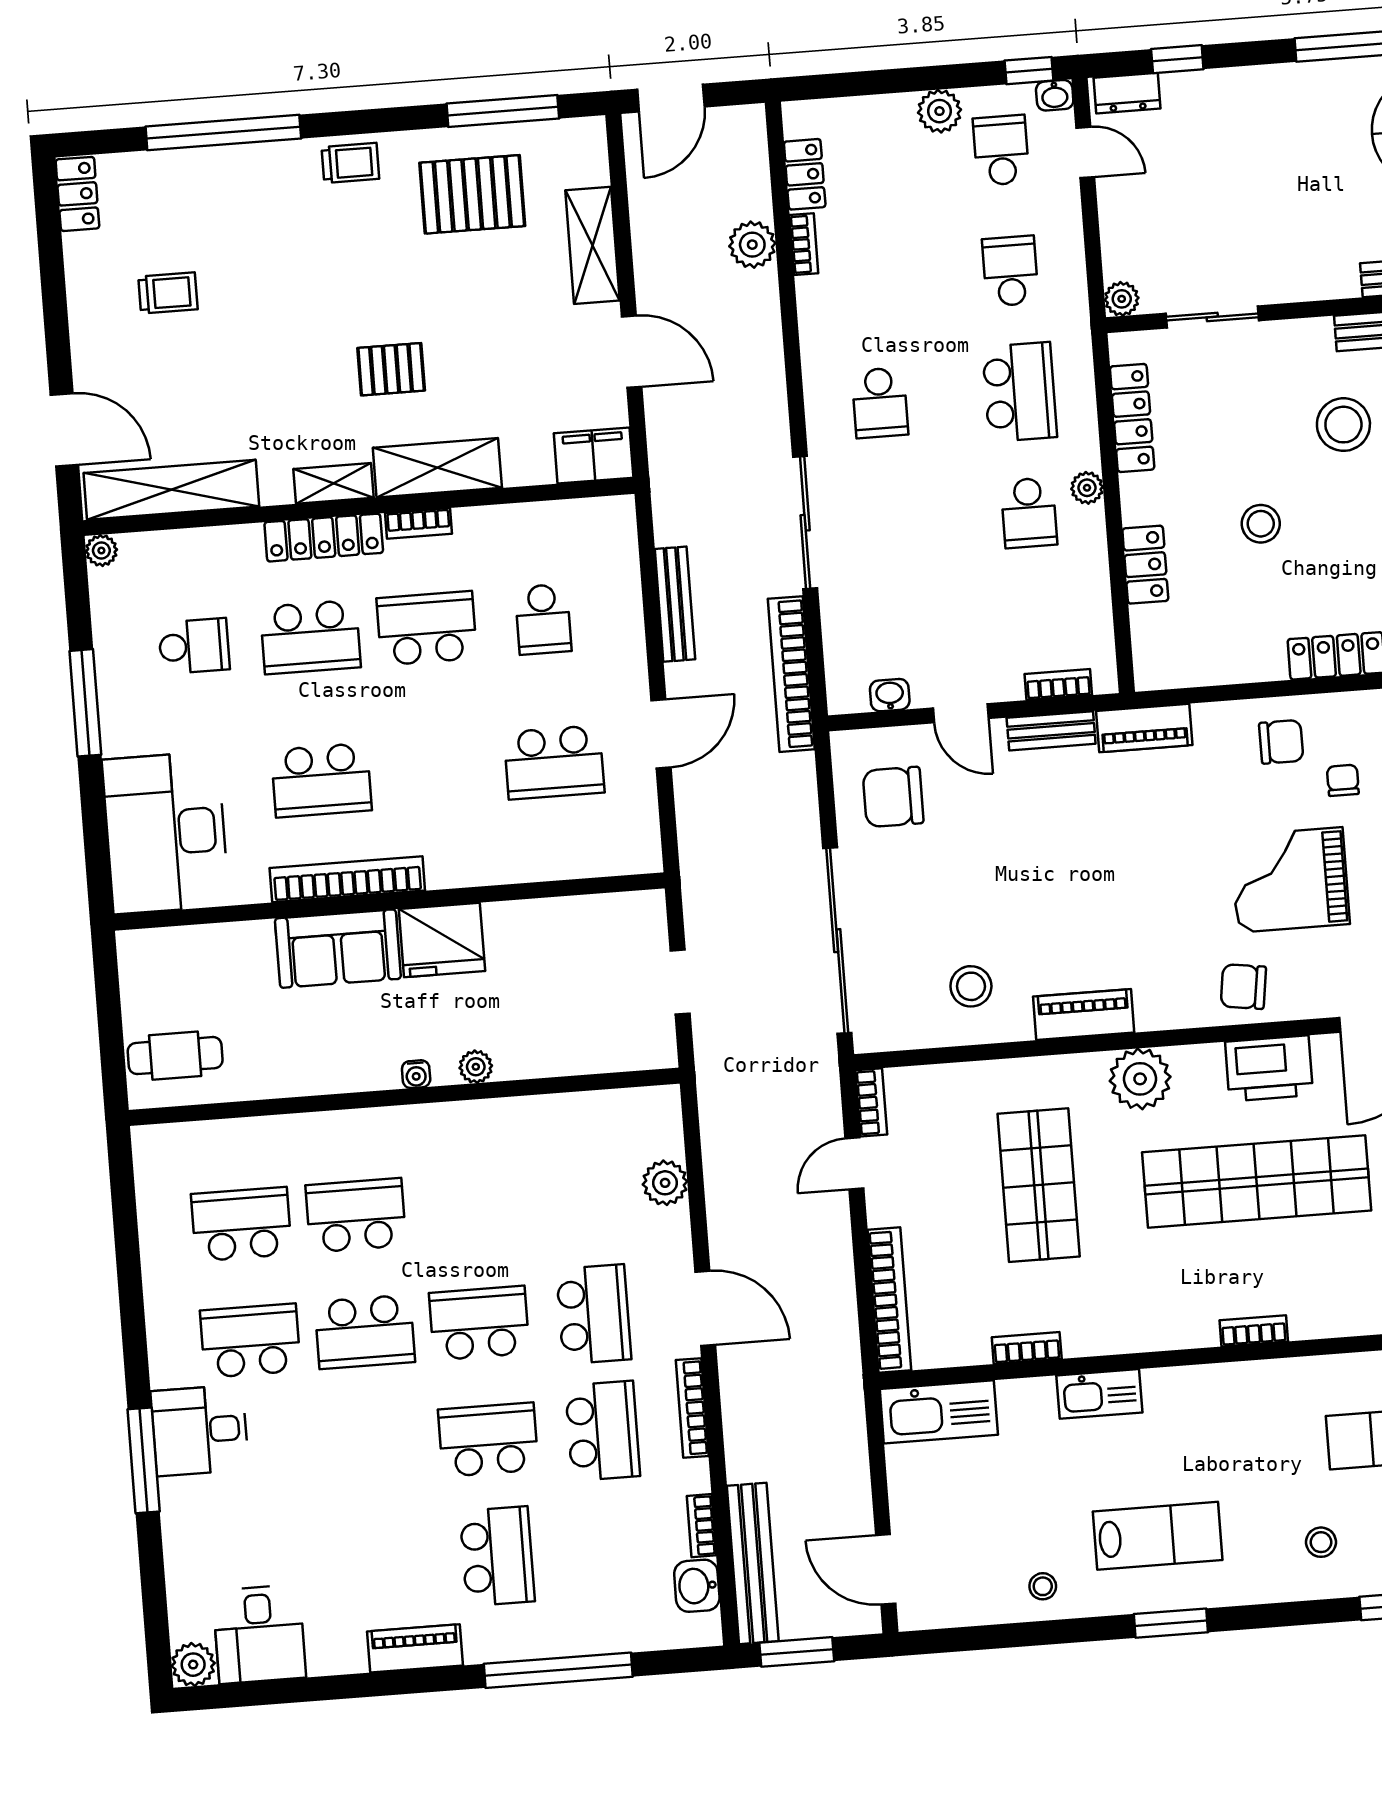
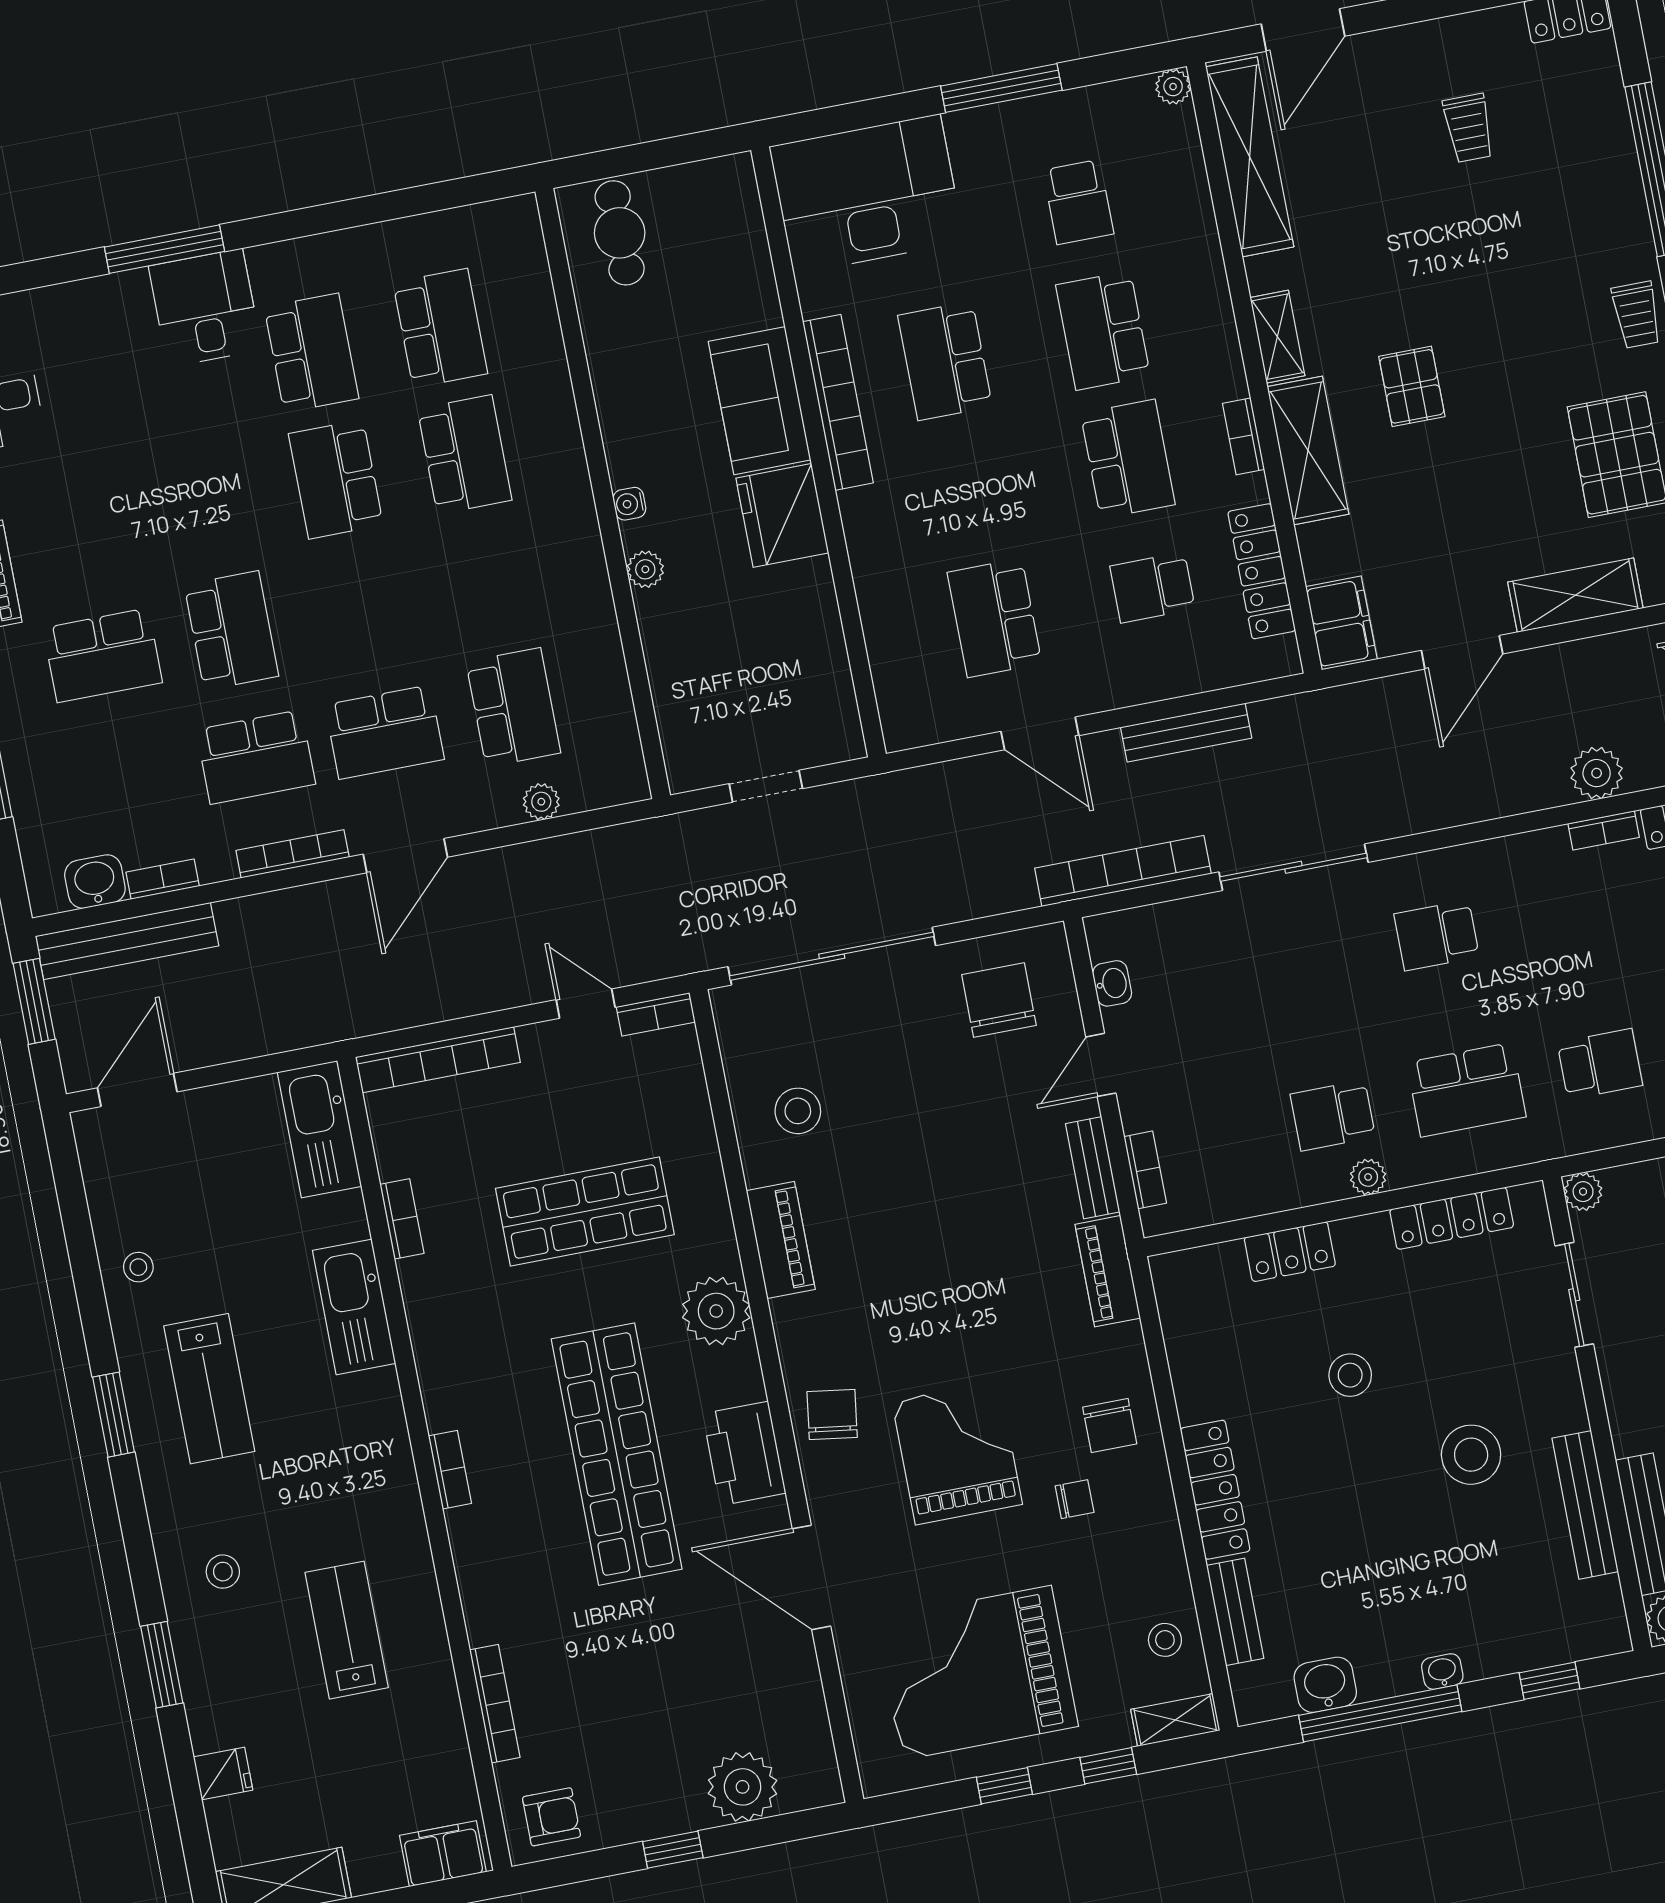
locker: (324, 538) -> (1262, 571), moved
plant: (665, 1183) -> (541, 802), width x0.73, depth x0.73
school desk: (479, 1323) -> (513, 707), moved
kitchen sink: (1099, 1394) -> (354, 1307), width x1.36, depth x1.24

